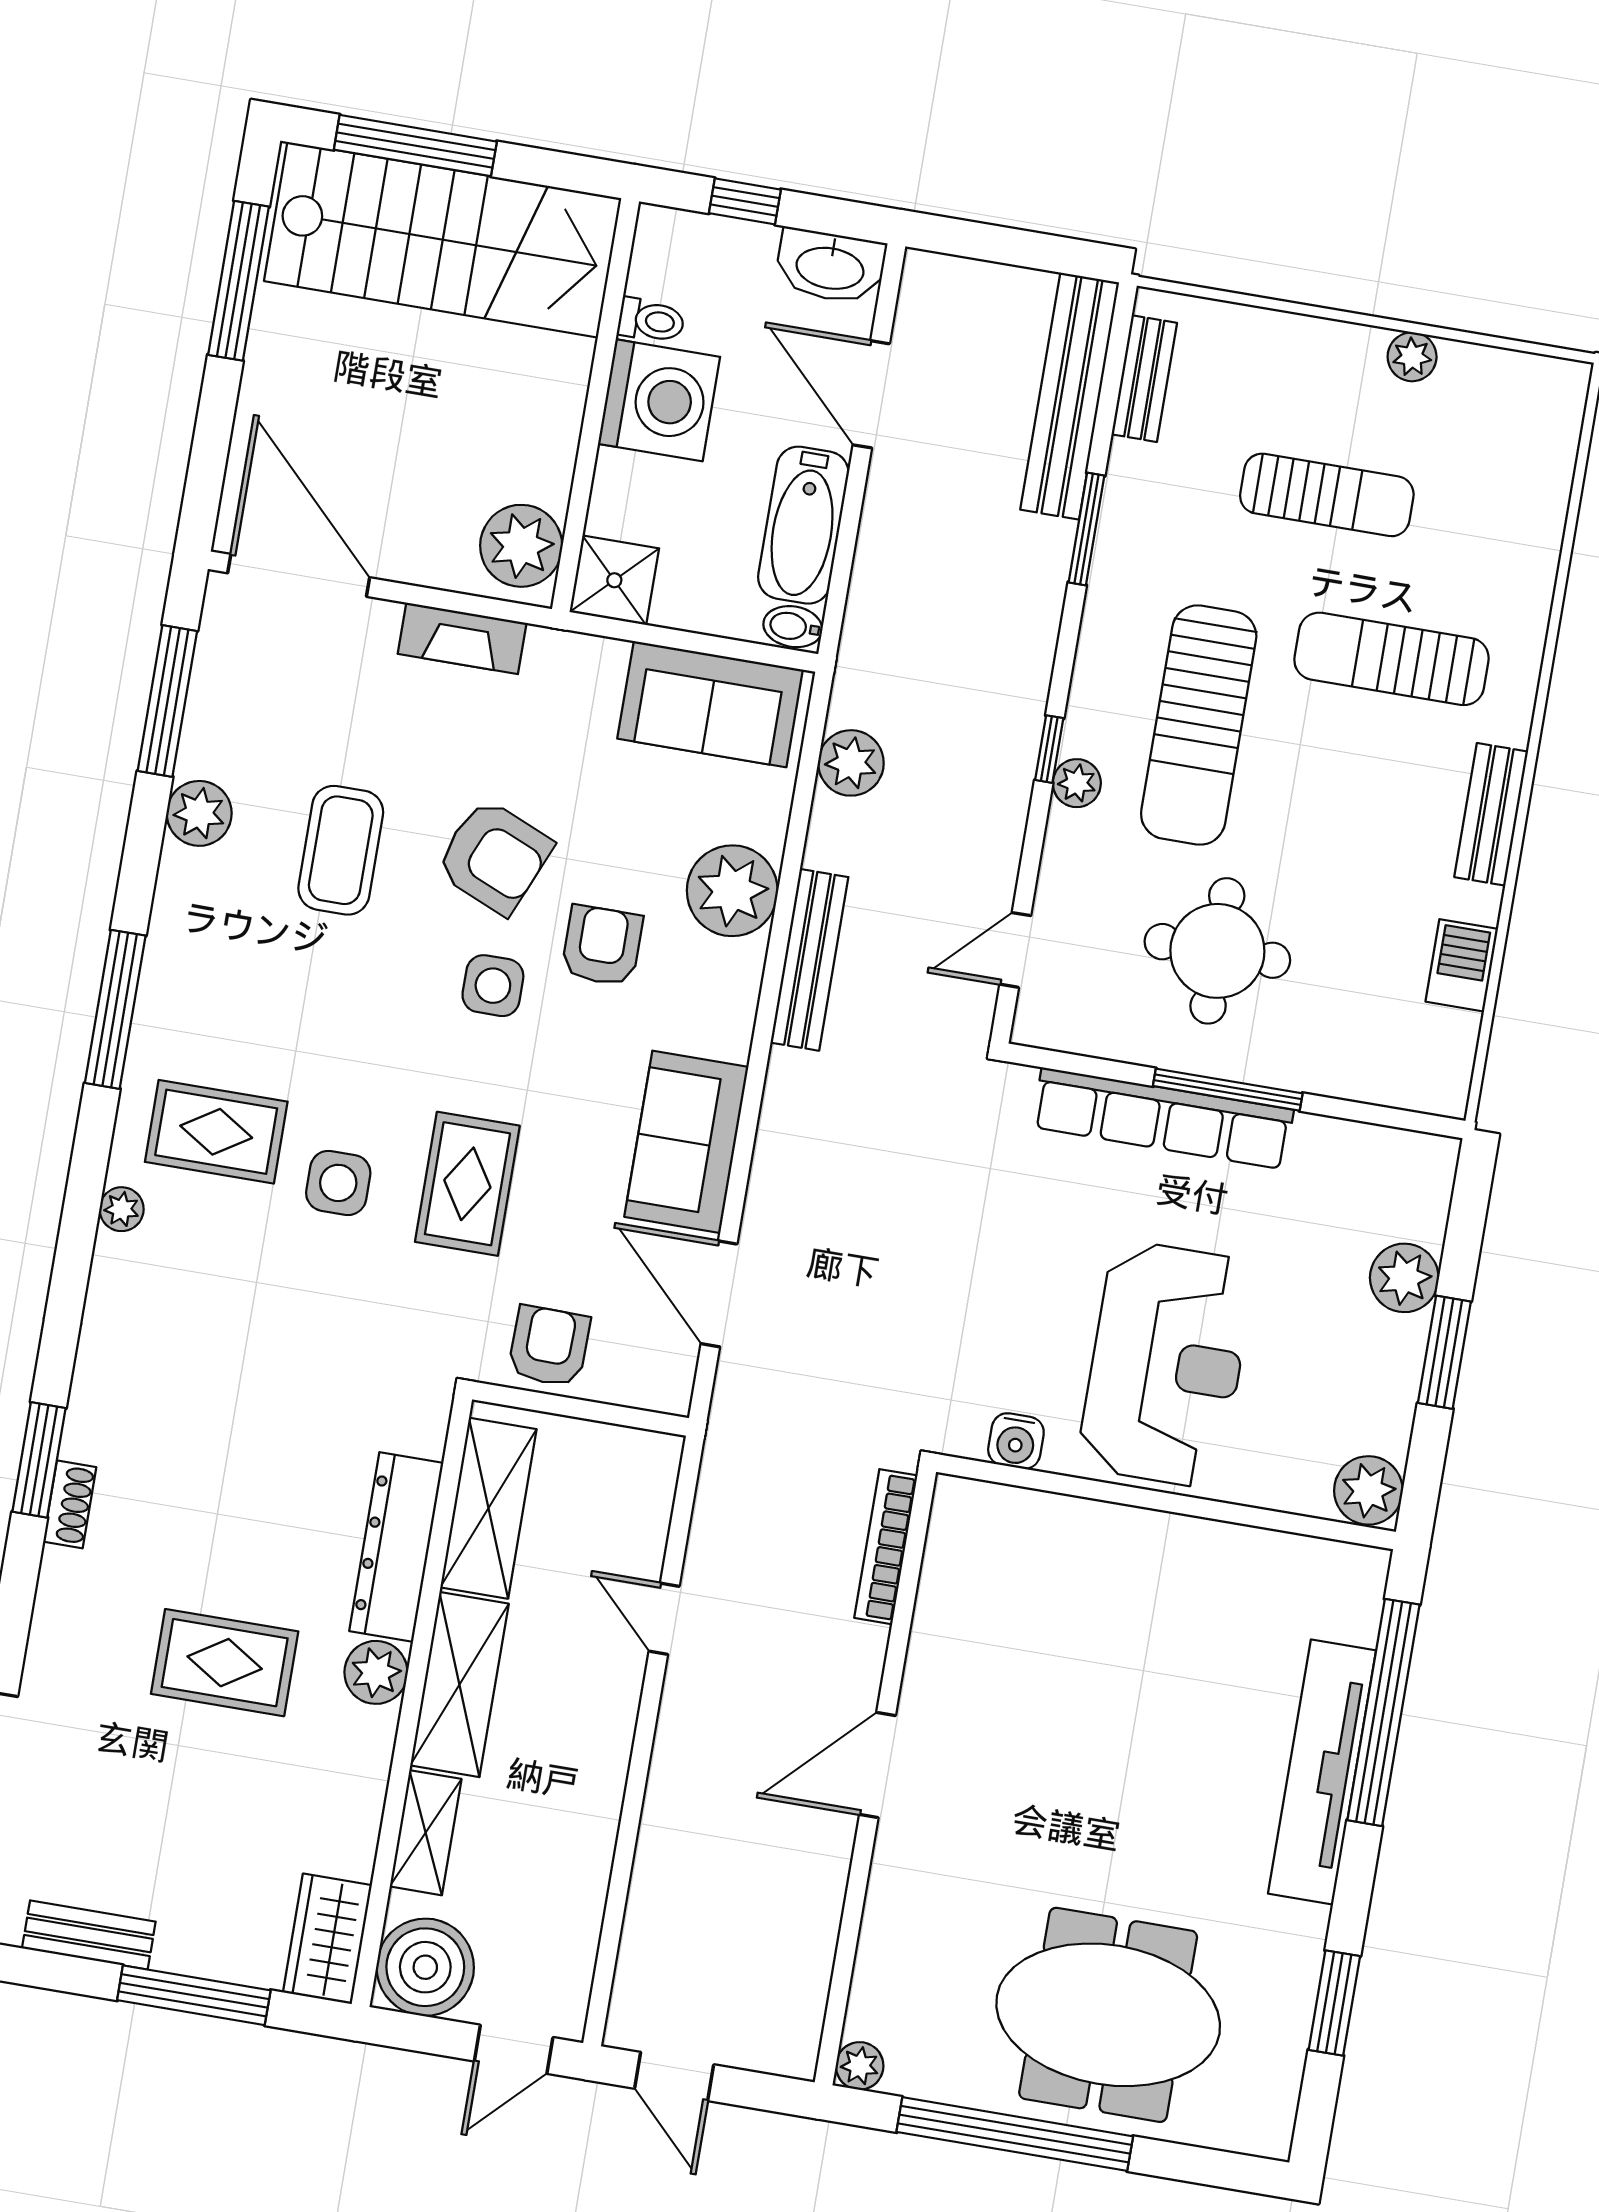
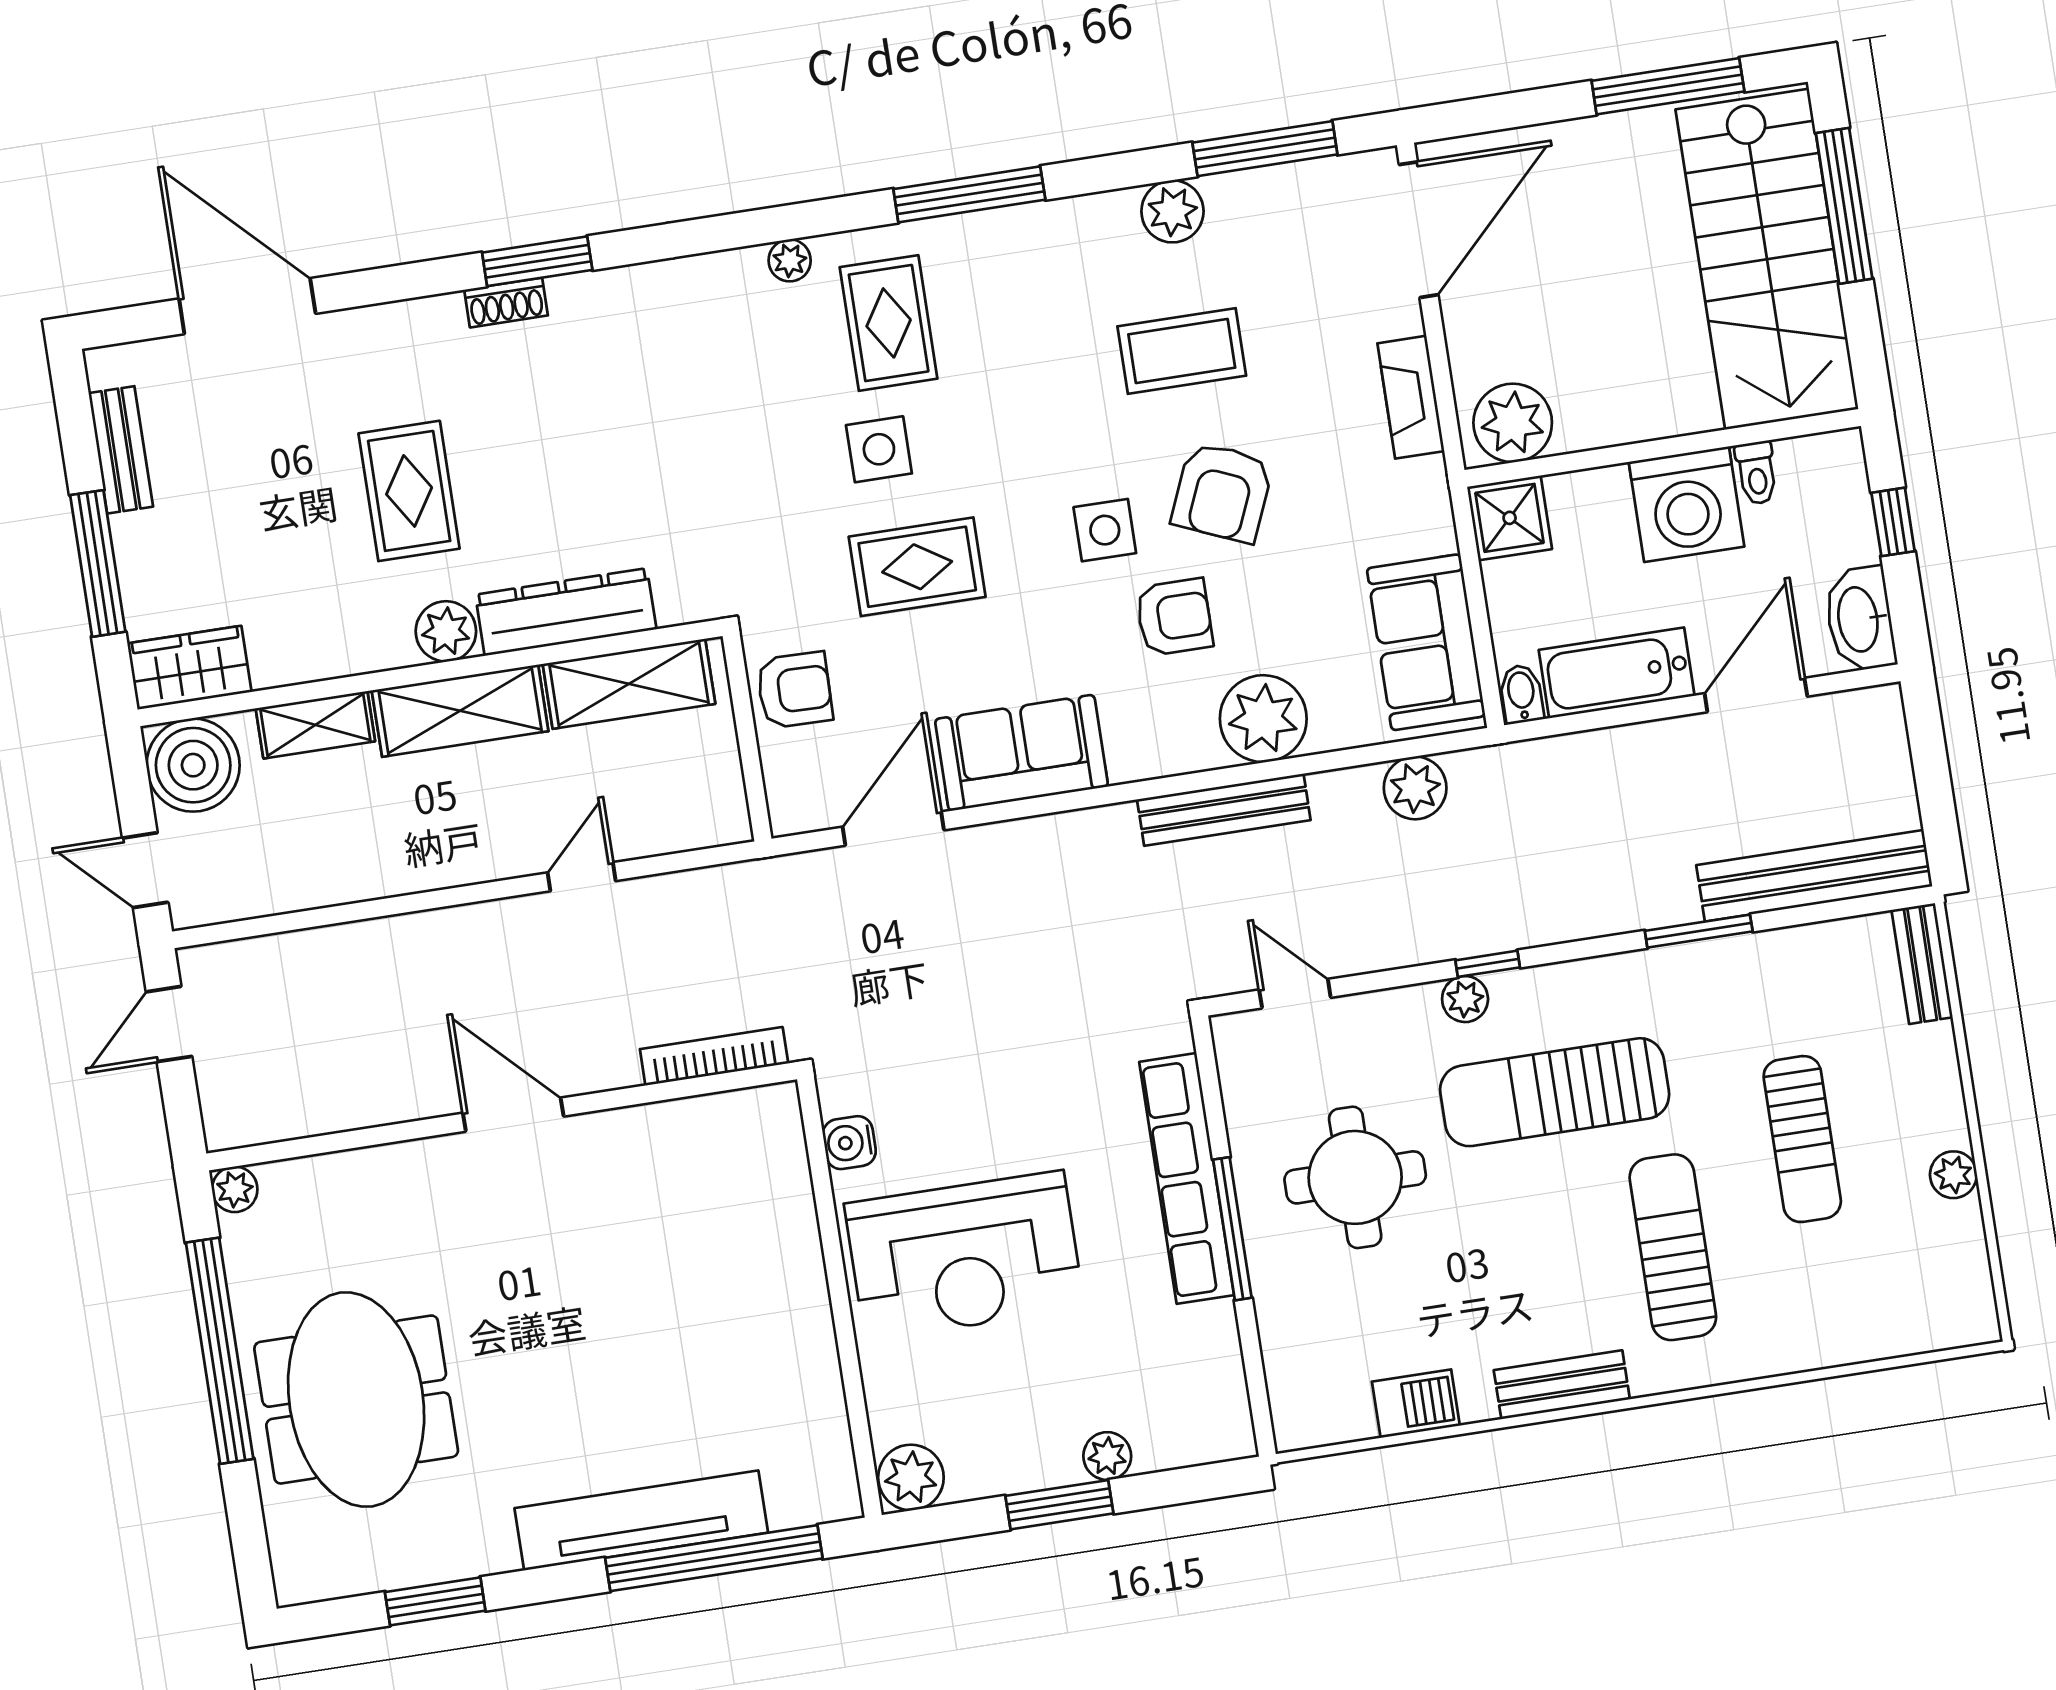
bench: (1144, 379) -> (1922, 964), moved, turned 90
plant: (1404, 1278) -> (1107, 1456), width x0.73, depth x0.73

